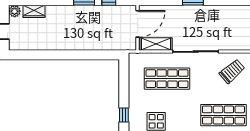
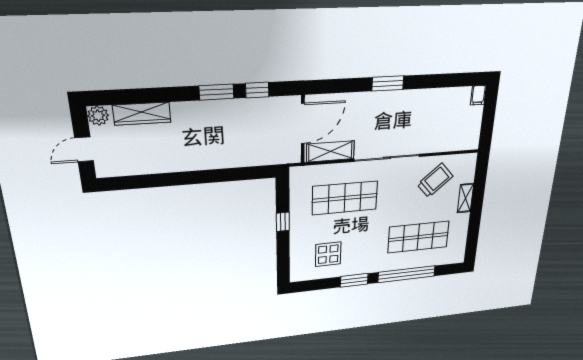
wardrobe: (34, 11) -> (142, 114), width x1.50
window: (124, 115) -> (283, 222), moved

